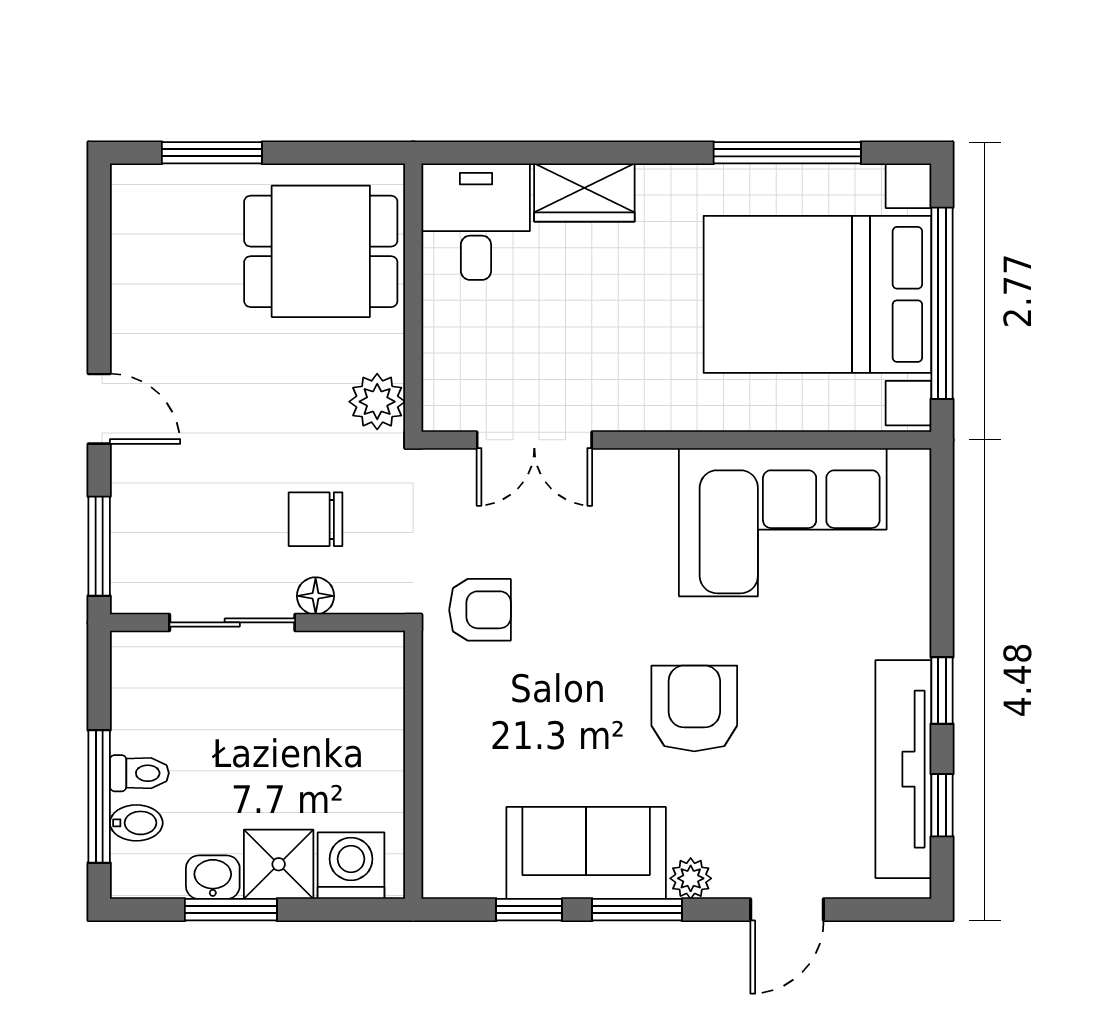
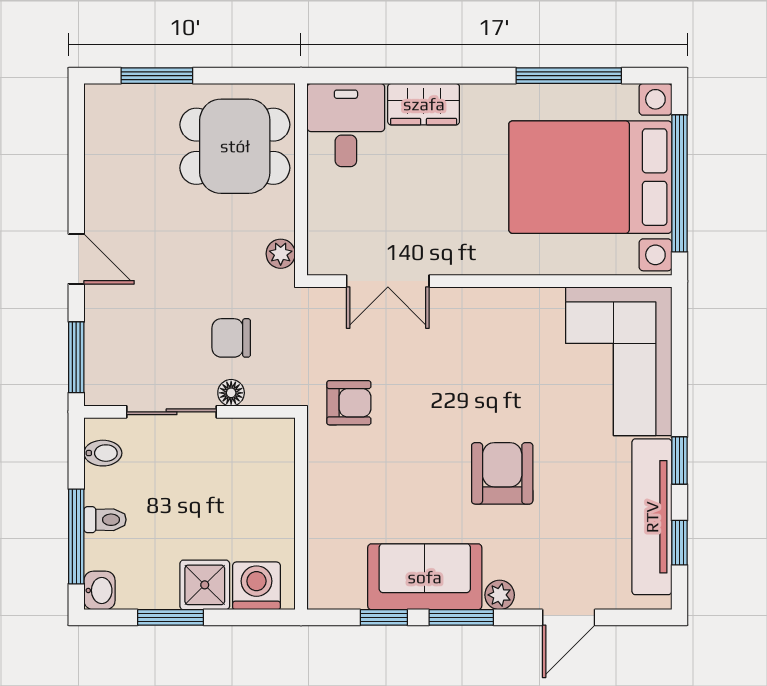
plant: (377, 402) -> (281, 254), width x0.73, depth x0.73
corner sofa: (783, 522) -> (619, 361), moved, turned 90
bidet: (136, 823) -> (103, 453), moved
washbasin: (213, 877) -> (99, 590), moved, turned 90

